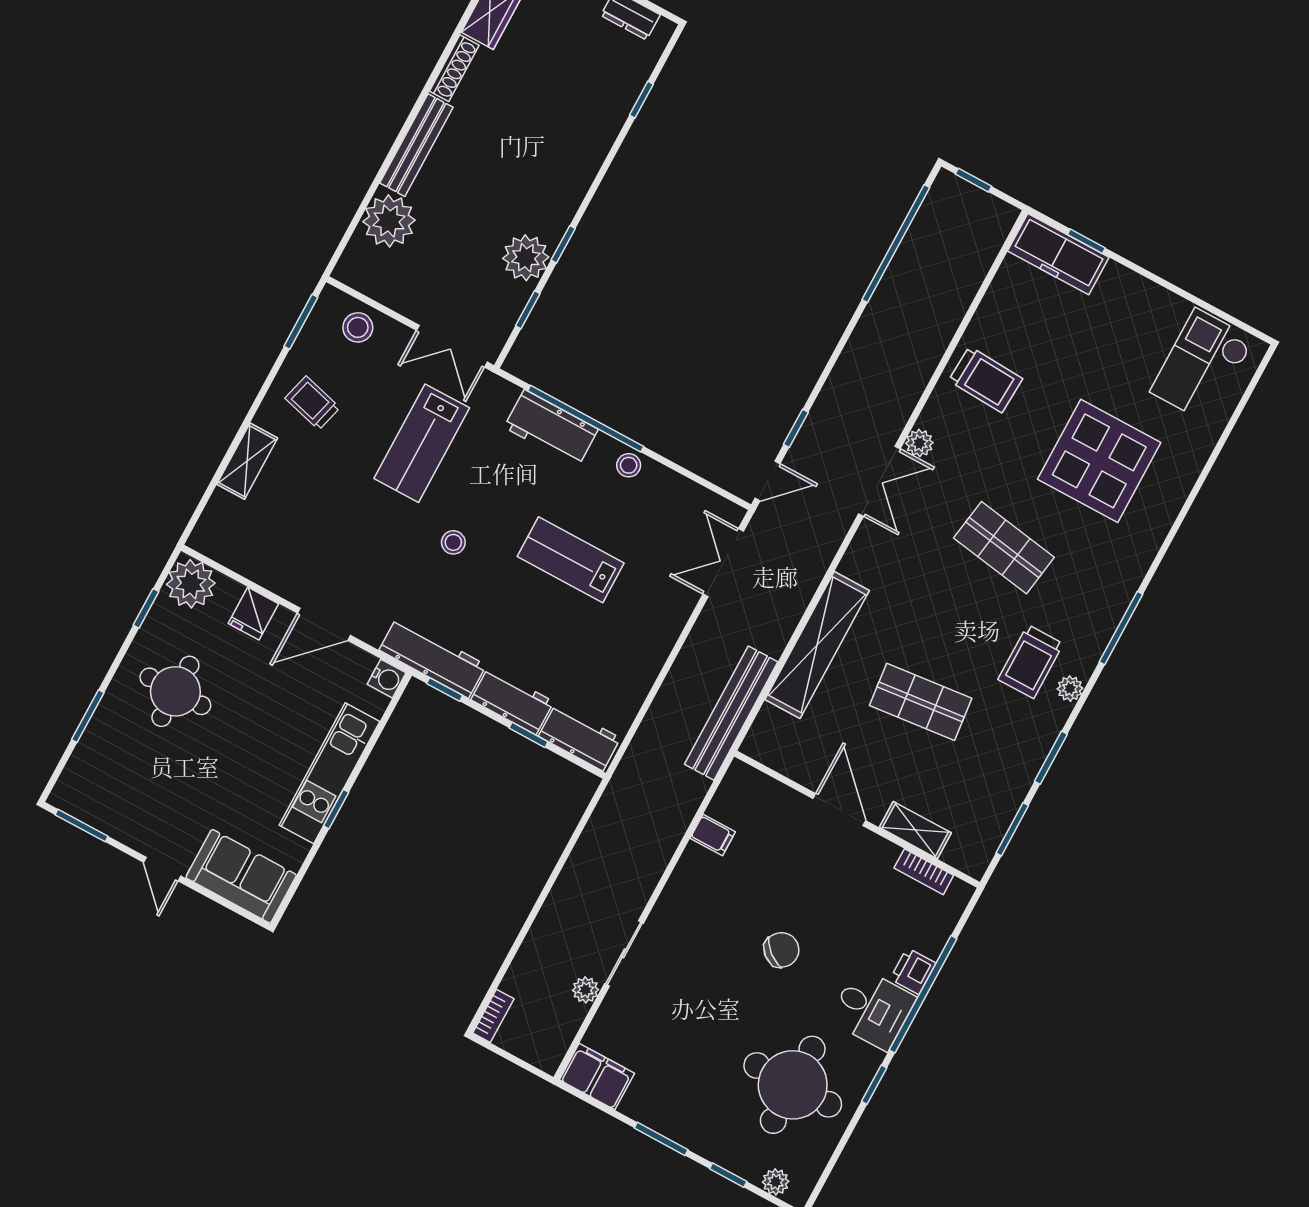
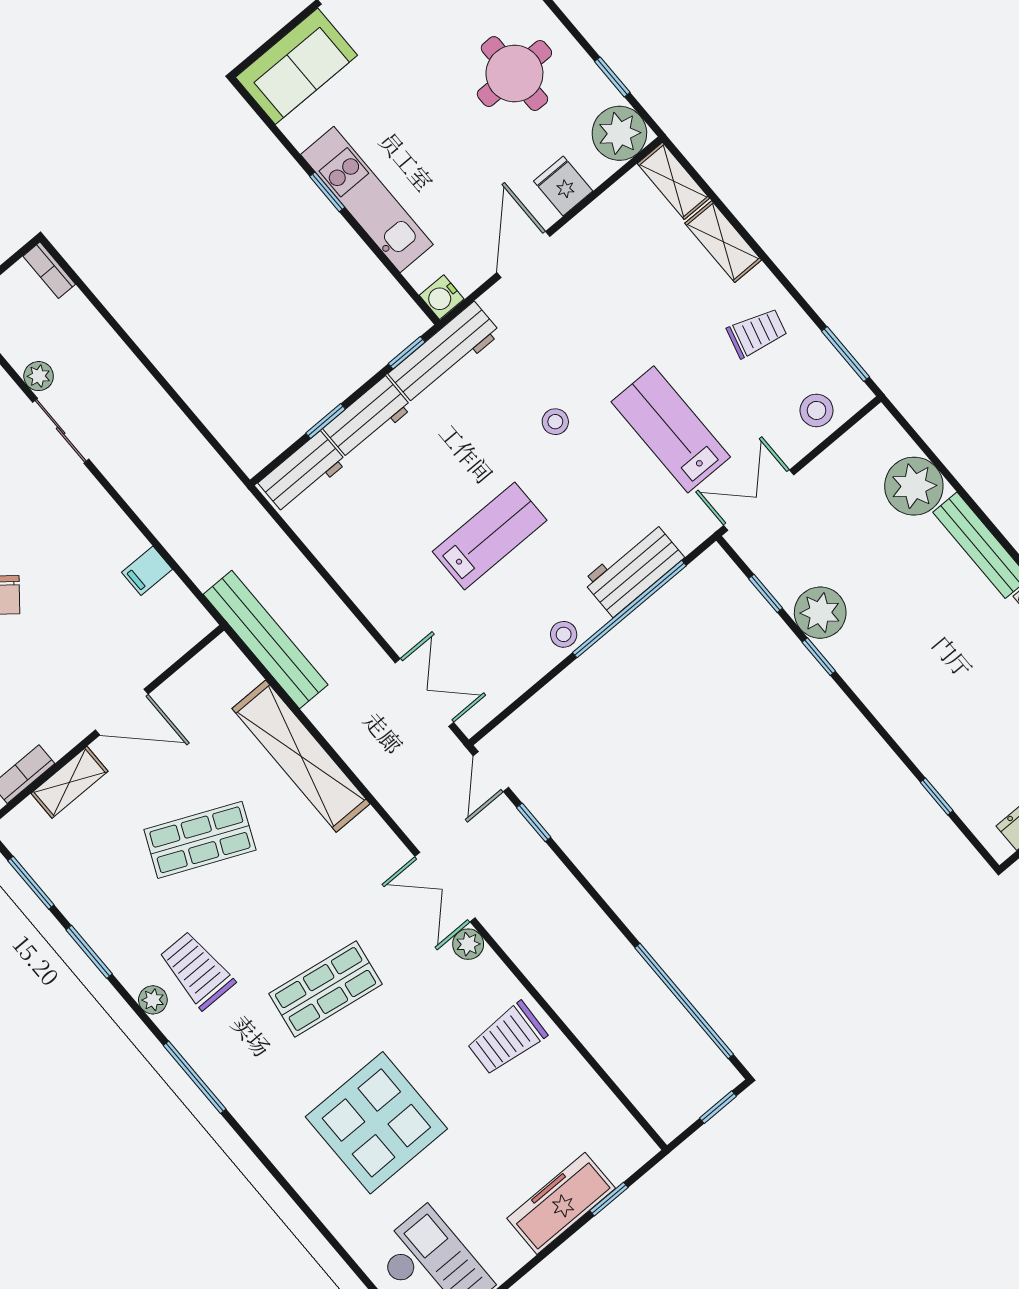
freezer: (1058, 254) -> (561, 1203), moved
shelving: (213, 523) -> (673, 181), added
shop shelf: (921, 702) -> (200, 840), turned 30

